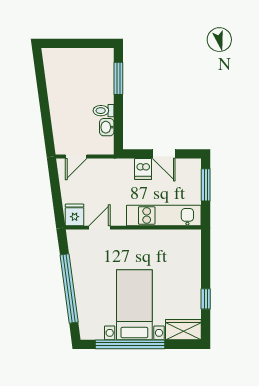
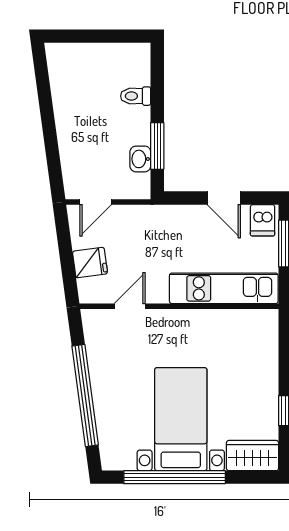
window: (118, 78) -> (157, 146), moved
toilet: (104, 111) -> (136, 96), moved
dishwasher: (143, 169) -> (263, 220), moved
fridge: (75, 215) -> (90, 263), moved, turned 82

